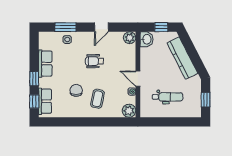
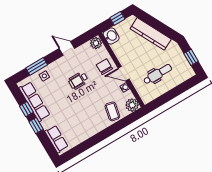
door: (101, 27) -> (67, 48), swing flipped
row of seats: (45, 64) -> (35, 102), width x1.48
chair: (76, 90) -> (104, 67), moved
coffee table: (97, 99) -> (112, 111), moved
window: (34, 101) -> (26, 109), moved

